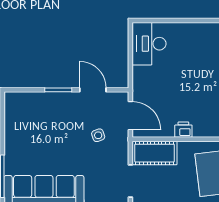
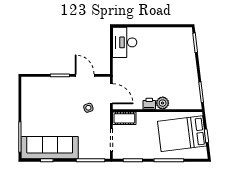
plant: (202, 129) -> (163, 103), added
cot: (155, 153) -> (124, 118), width x0.73, depth x0.75

